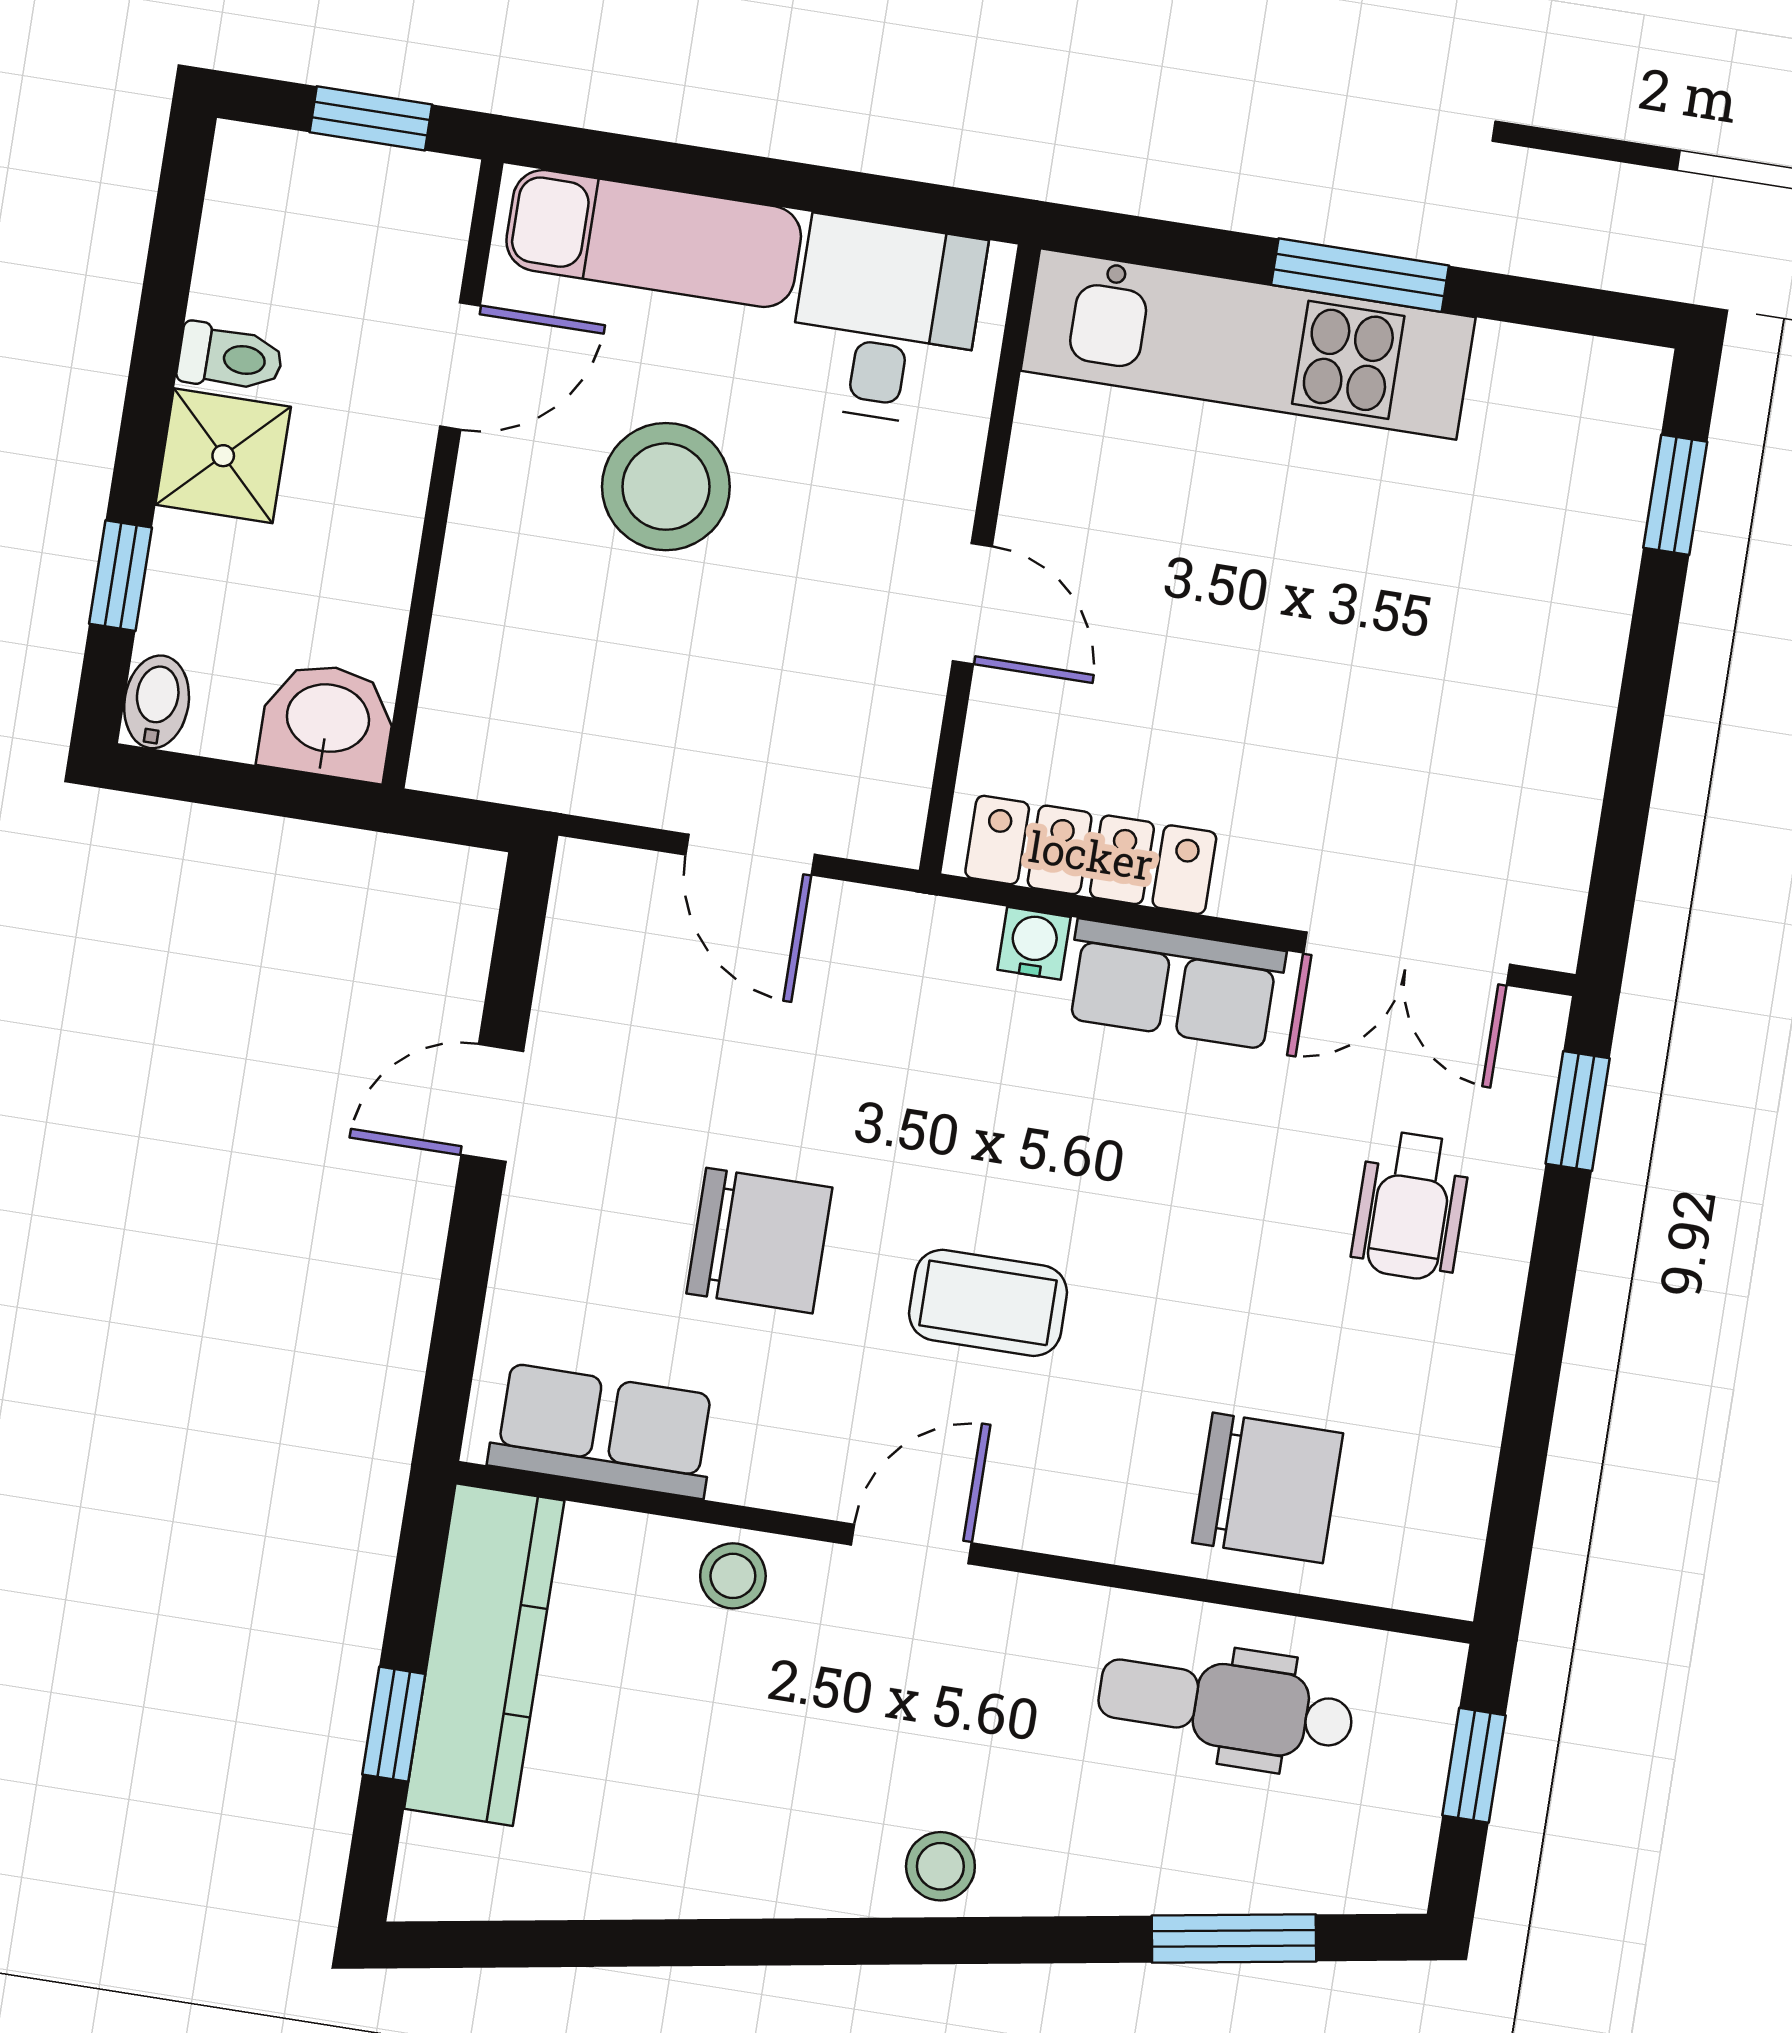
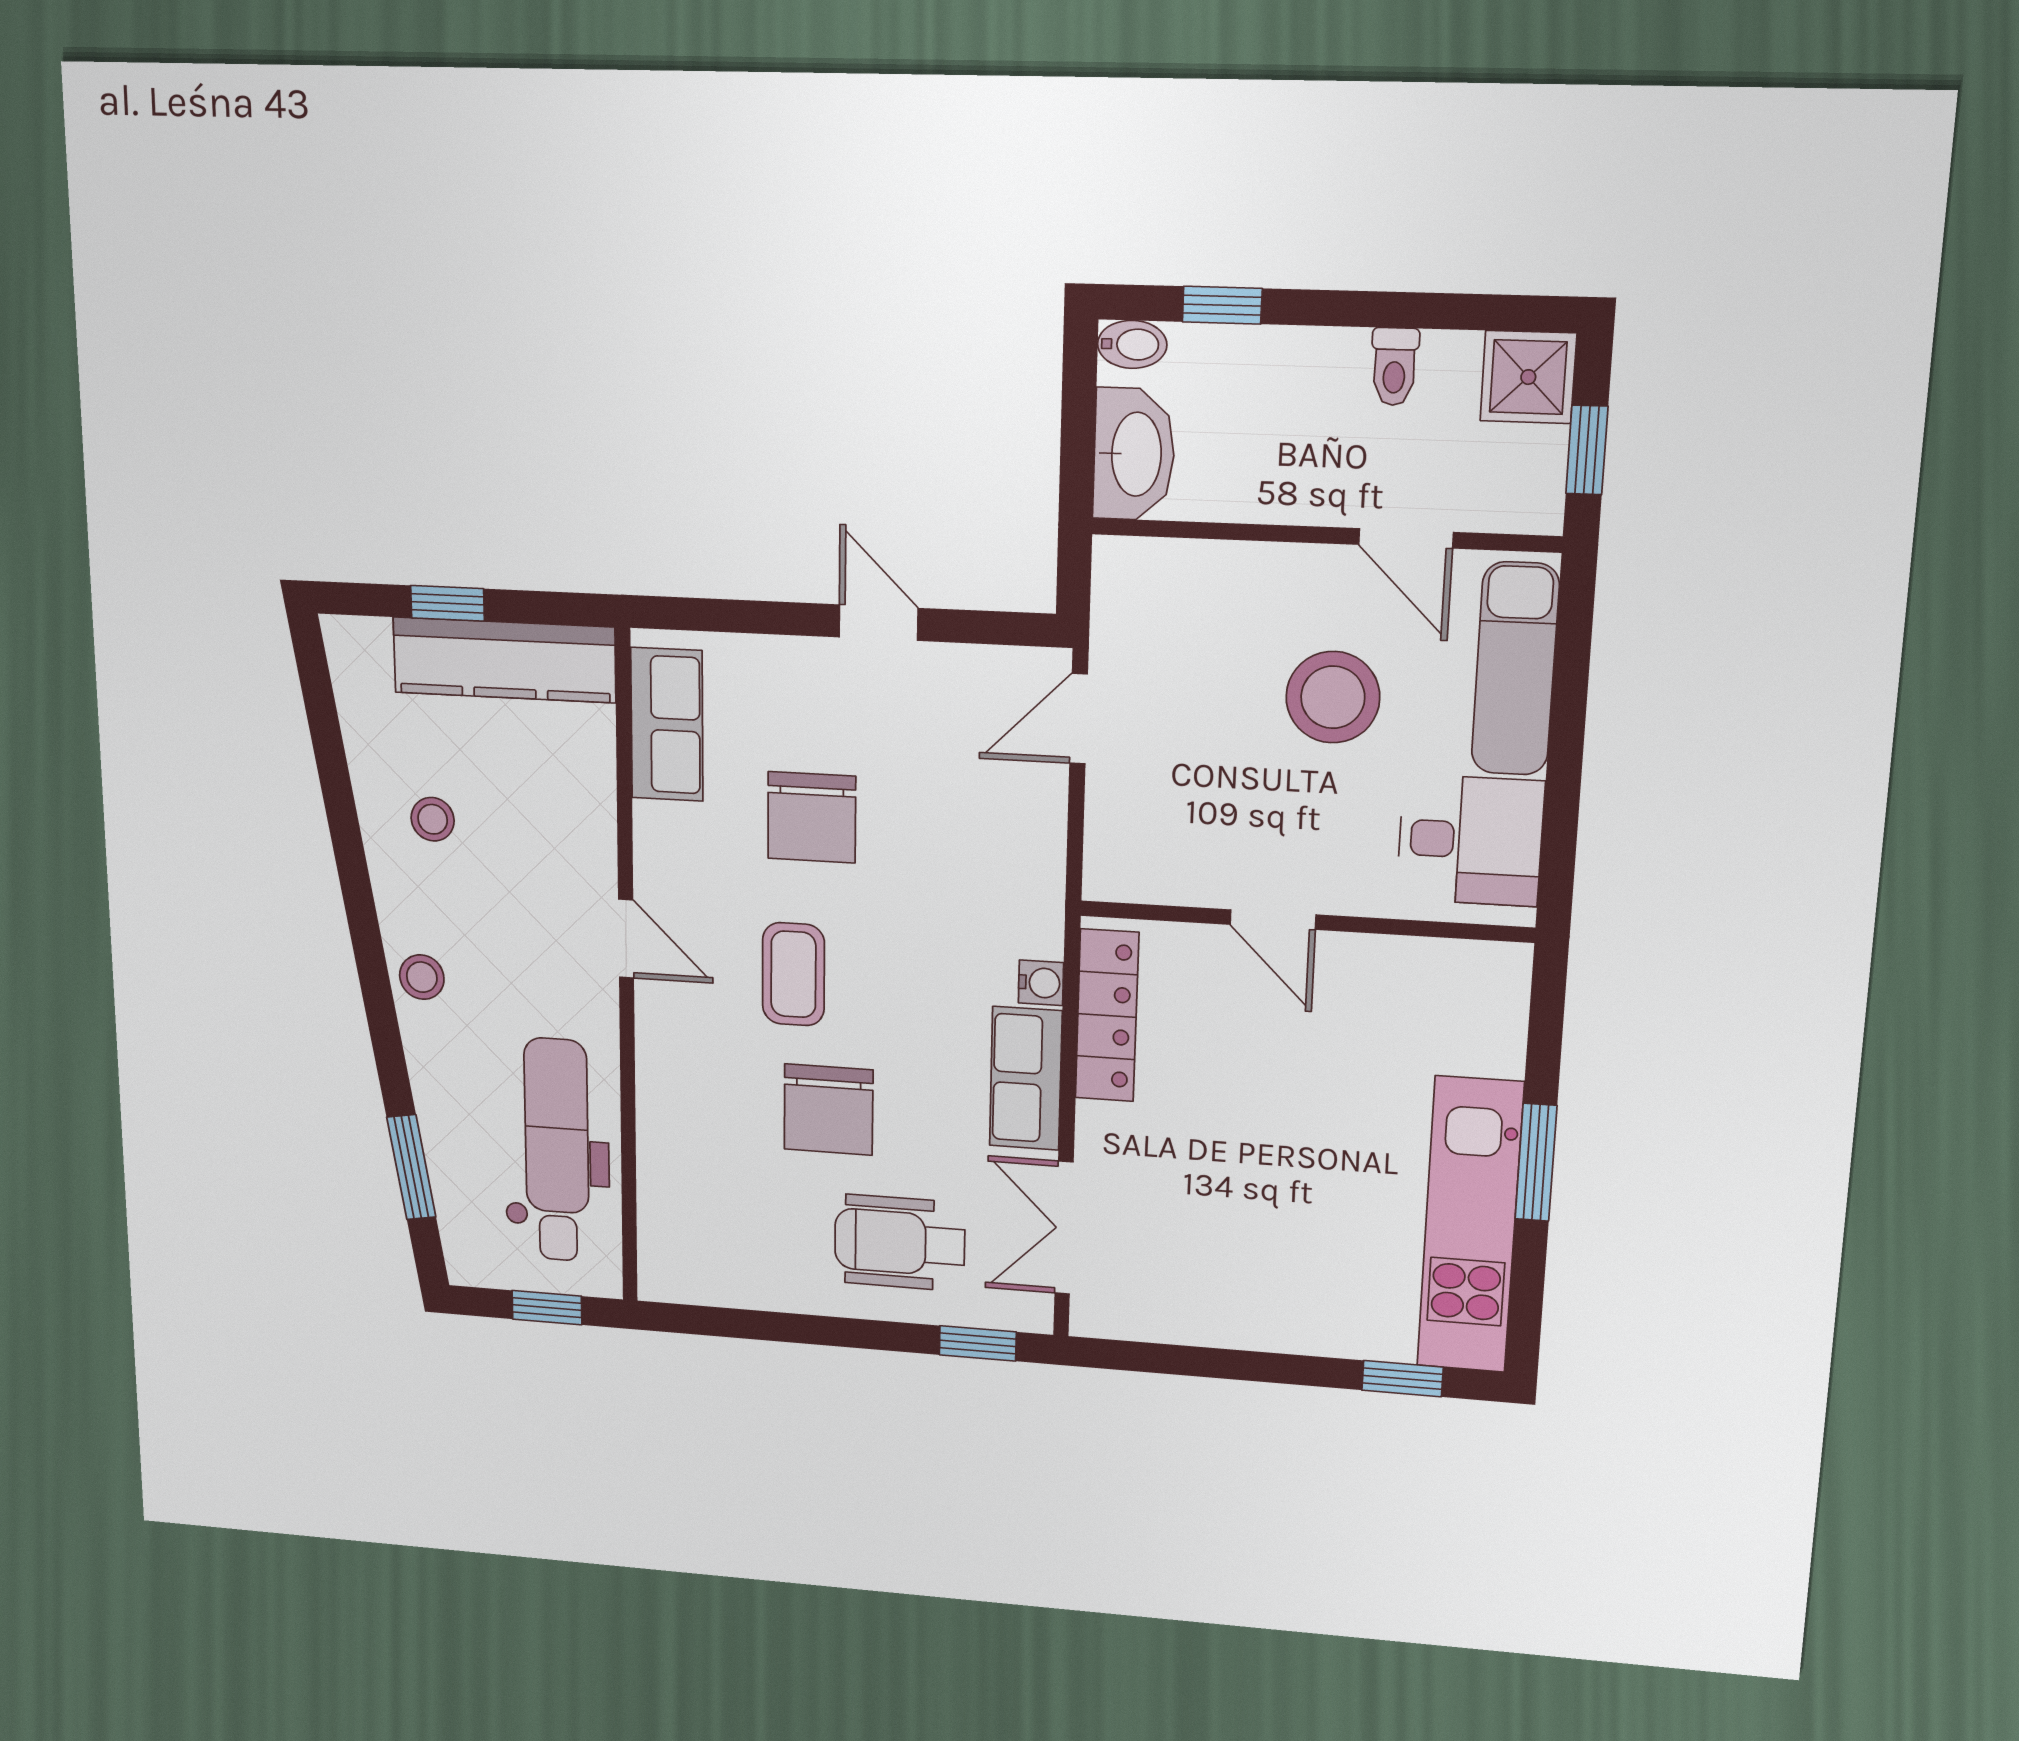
kitchen unit: (1248, 344) -> (1470, 1225), moved
shower: (223, 456) -> (1528, 377), moved
door: (972, 604) -> (1273, 920), hinge flipped
washbasin: (327, 721) -> (1134, 454), width x1.38
door: (750, 855) -> (1079, 719), moved
wheelchair: (1411, 1206) -> (900, 1243), width x1.36, depth x1.37
chair: (1268, 1488) -> (828, 1110), moved
stool: (733, 1576) -> (433, 819), moved
dental chair: (1226, 1706) -> (557, 1150), width x1.36, depth x1.38

